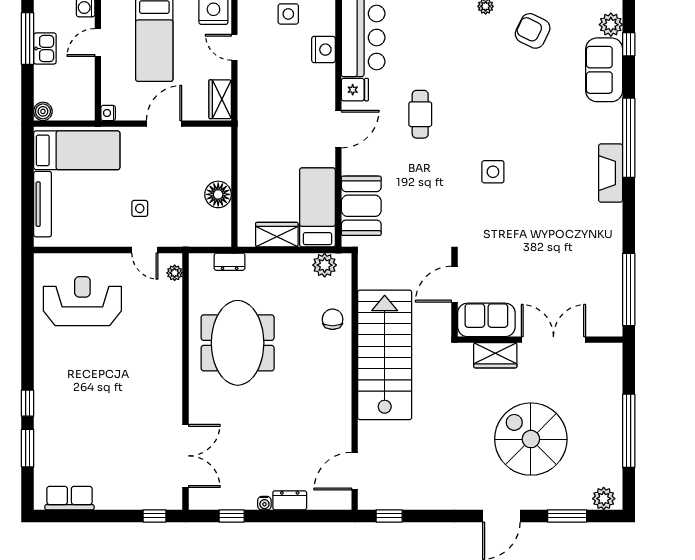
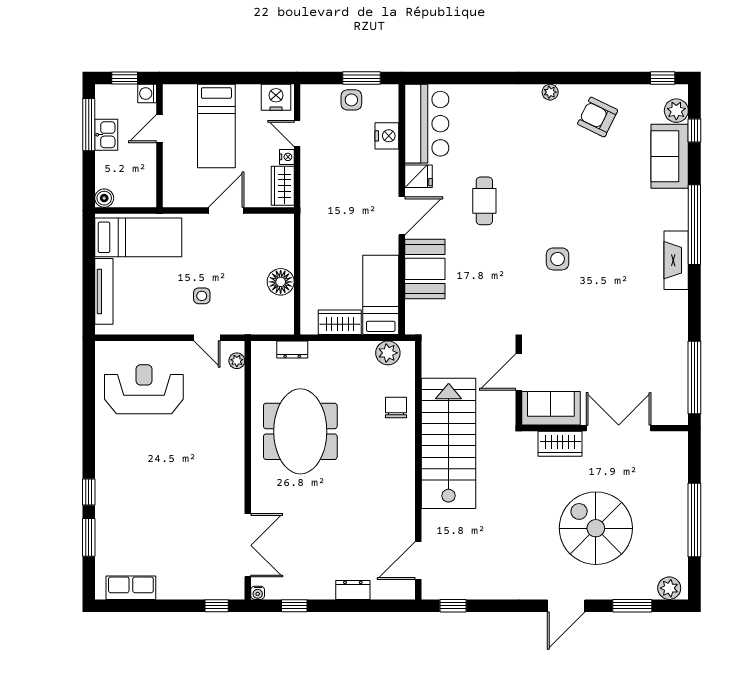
nightstand: (108, 113) -> (287, 157), moved, turned 180
booth: (361, 206) -> (425, 269), moved
water cooler: (264, 503) -> (258, 593), moved

